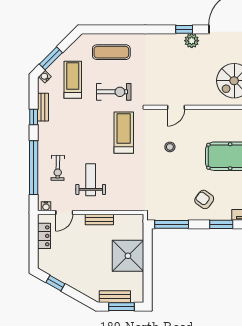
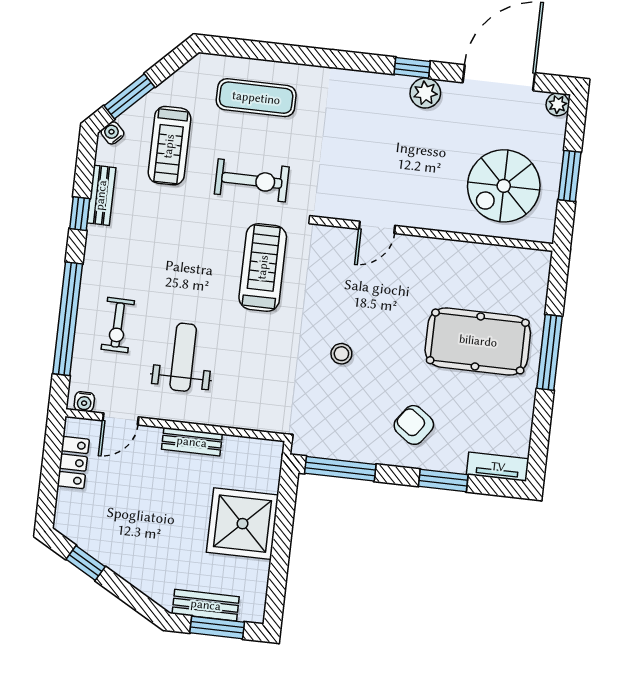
treadmill: (73, 80) -> (169, 146), turned 180
stool: (170, 147) -> (341, 354), moved

